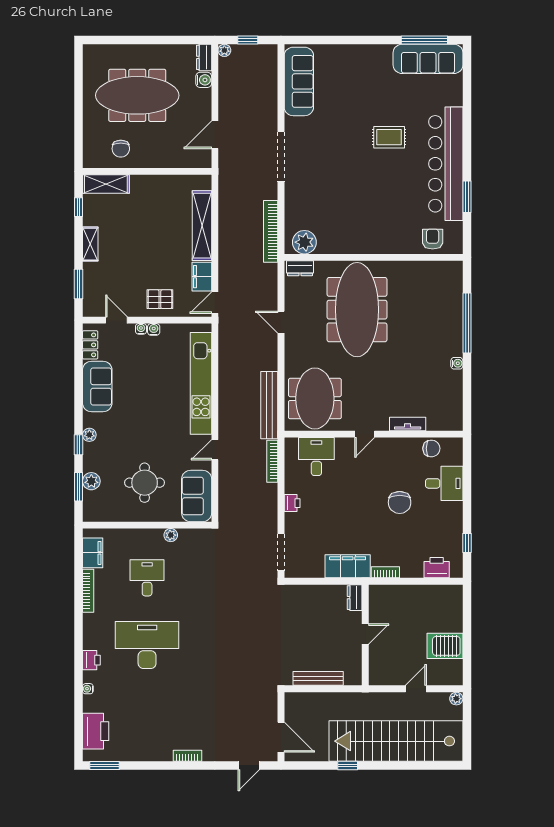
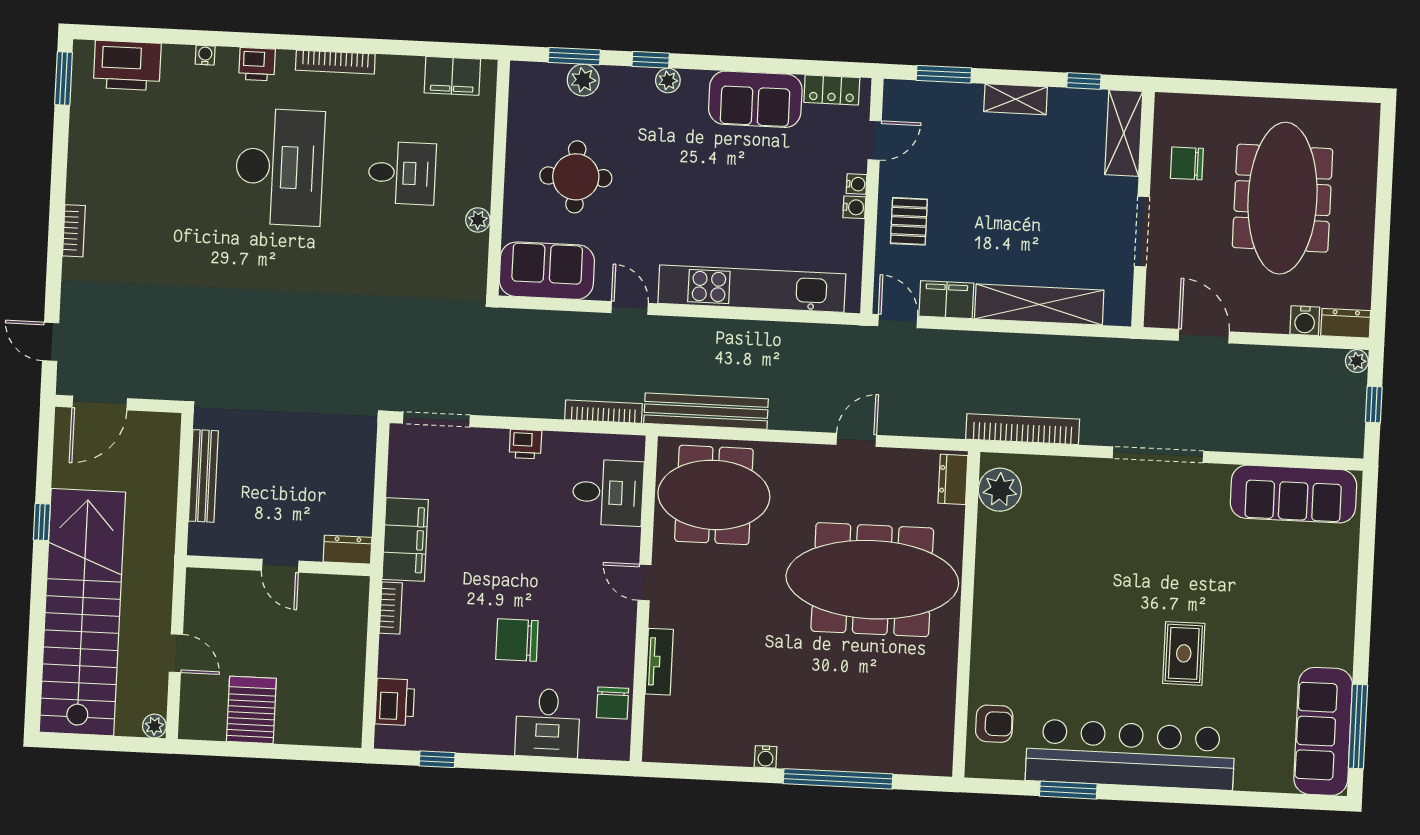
doorway: (159, 171) -> (1142, 232), added
bookcase: (88, 591) -> (335, 62), moved

